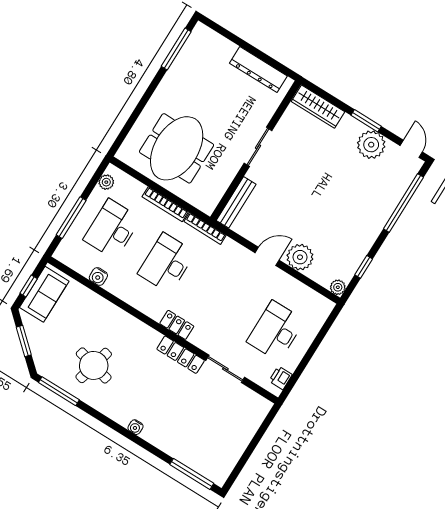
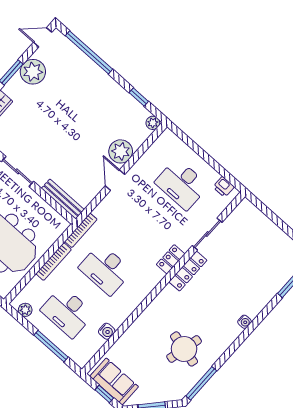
locker: (177, 325) -> (171, 259), moved

